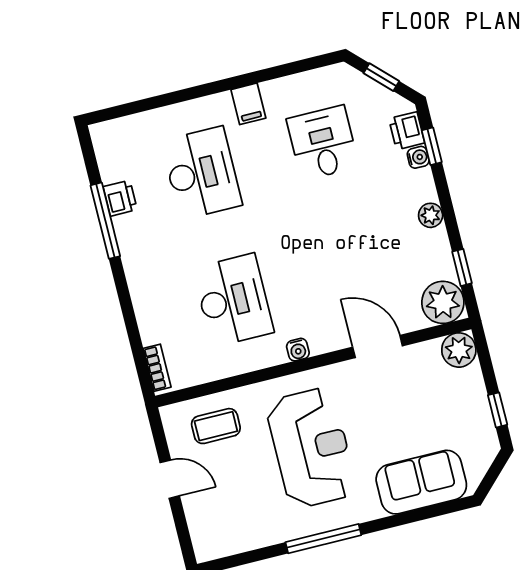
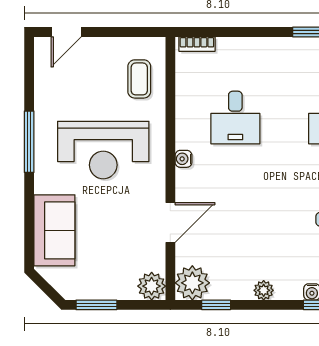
desk: (233, 300) -> (235, 118), width x0.73
window: (498, 410) -> (96, 305), width x1.50
door: (170, 479) -> (66, 32), moved

